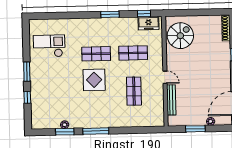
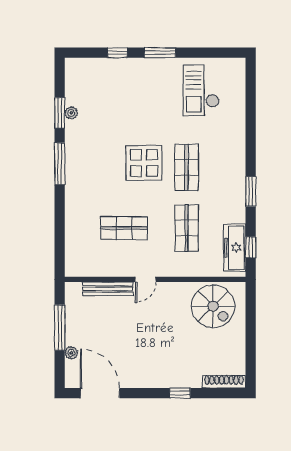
freezer: (149, 23) -> (235, 248), width x1.40
checkout: (49, 46) -> (201, 90), turned 180
window: (195, 129) -> (60, 328), width x1.44

